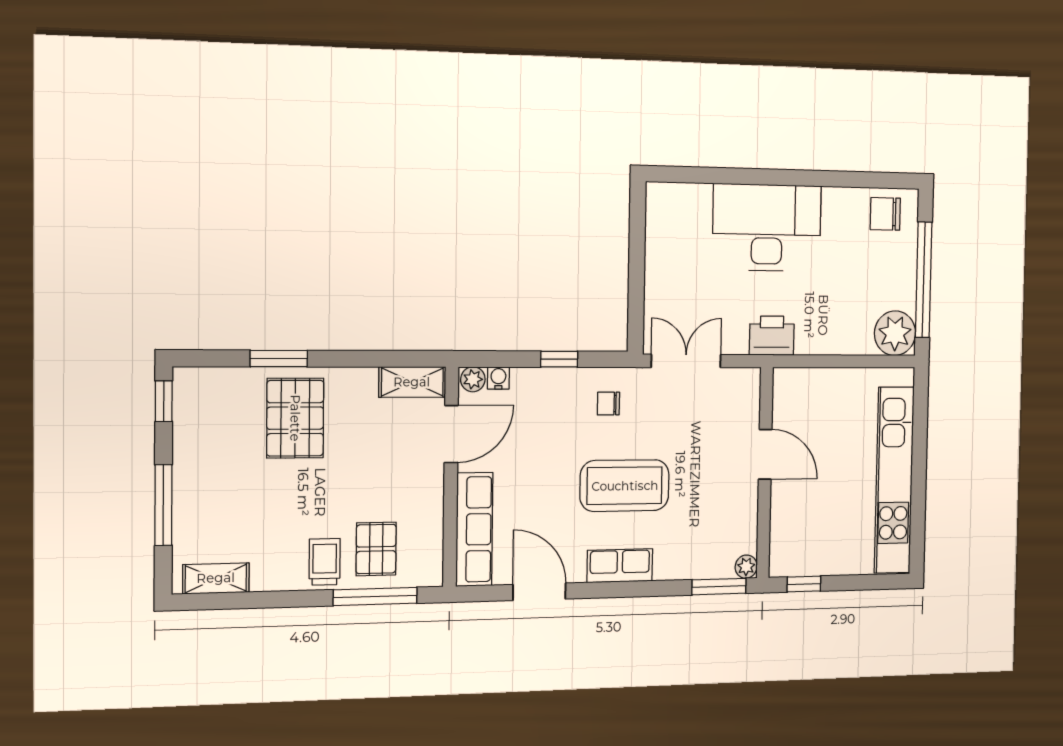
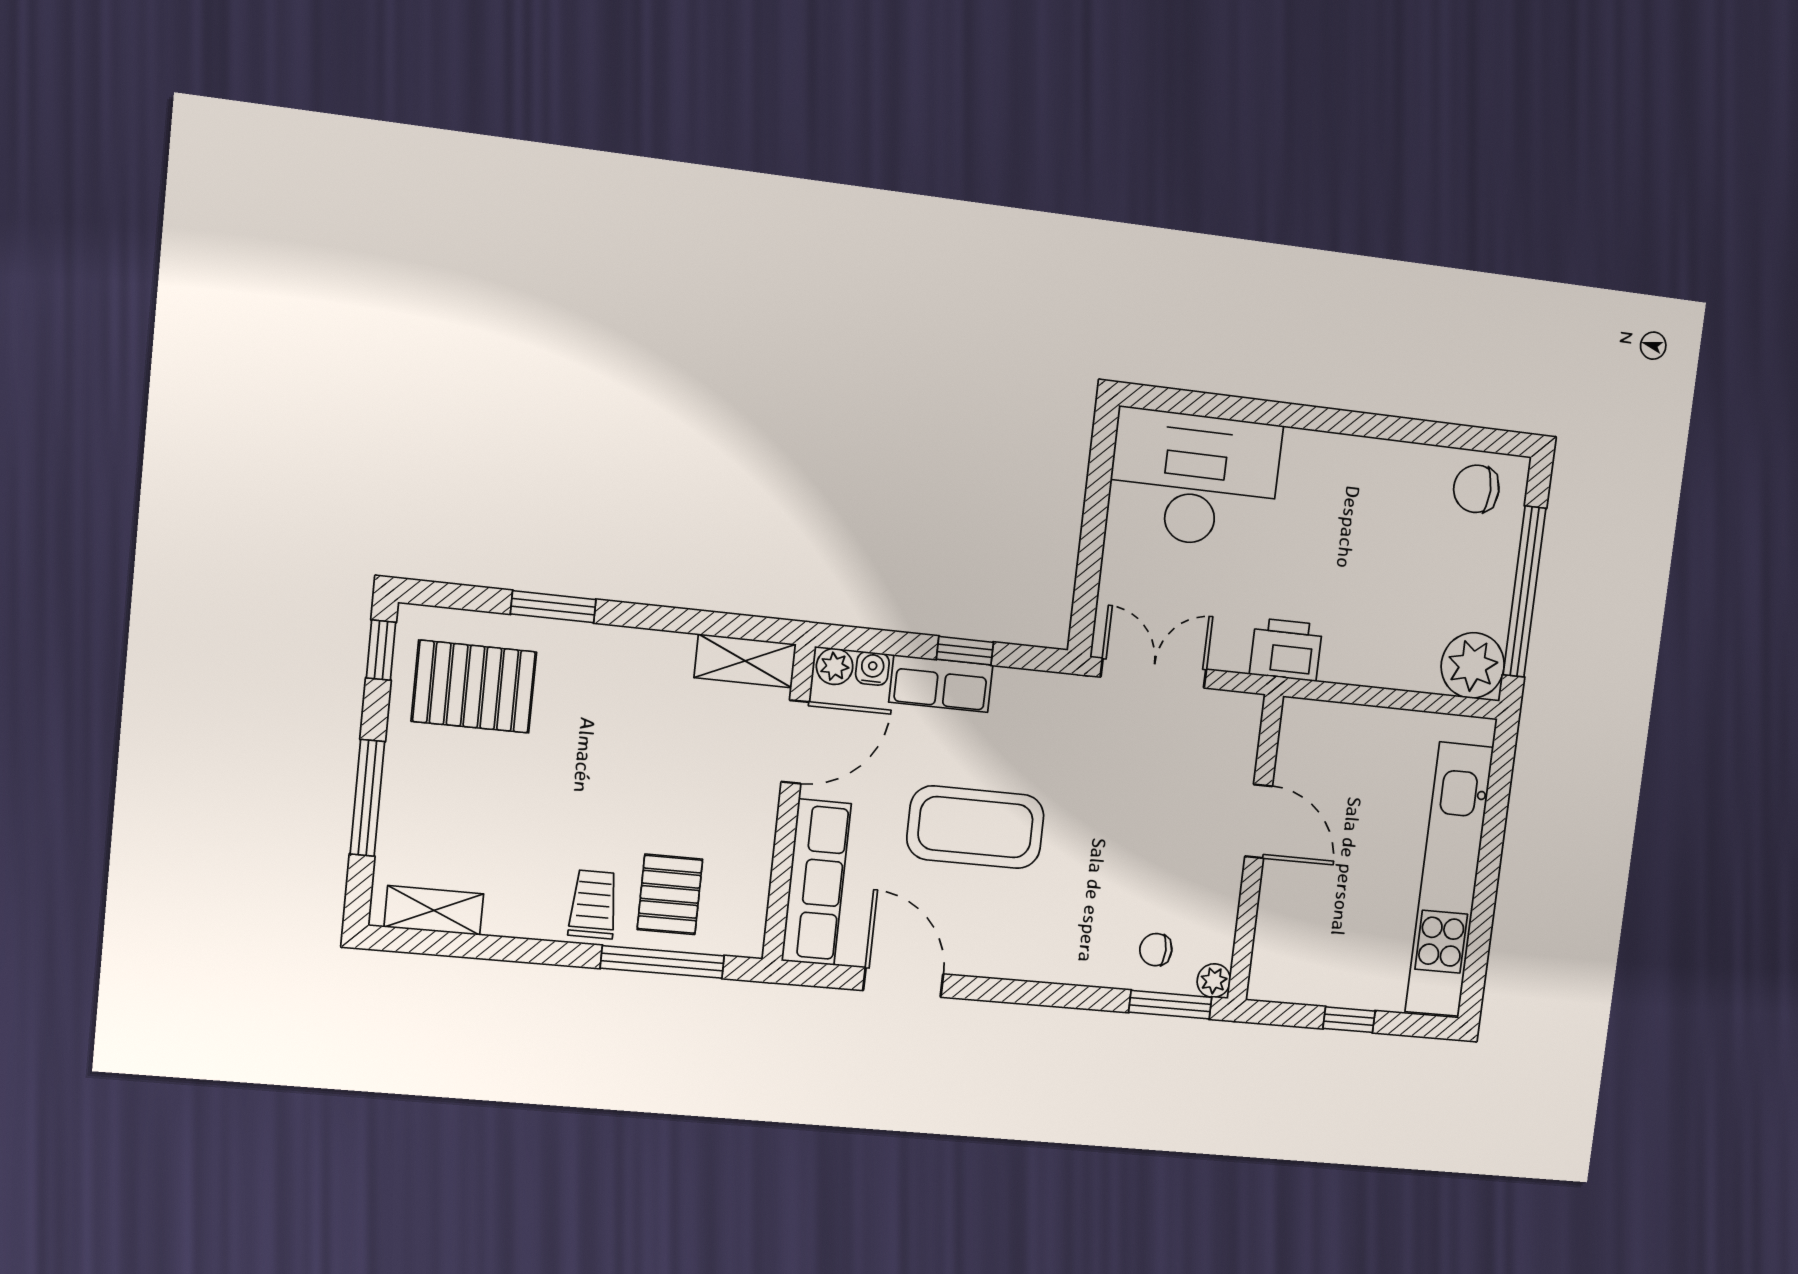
desk: (767, 228) -> (1194, 479), moved
chair: (608, 404) -> (1156, 950), moved
pallet: (295, 418) -> (474, 687), moved, turned 90
coffee table: (625, 486) -> (975, 827), moved
row of seats: (620, 566) -> (941, 684), moved, turned 180
window: (804, 584) -> (1349, 1020), moved

